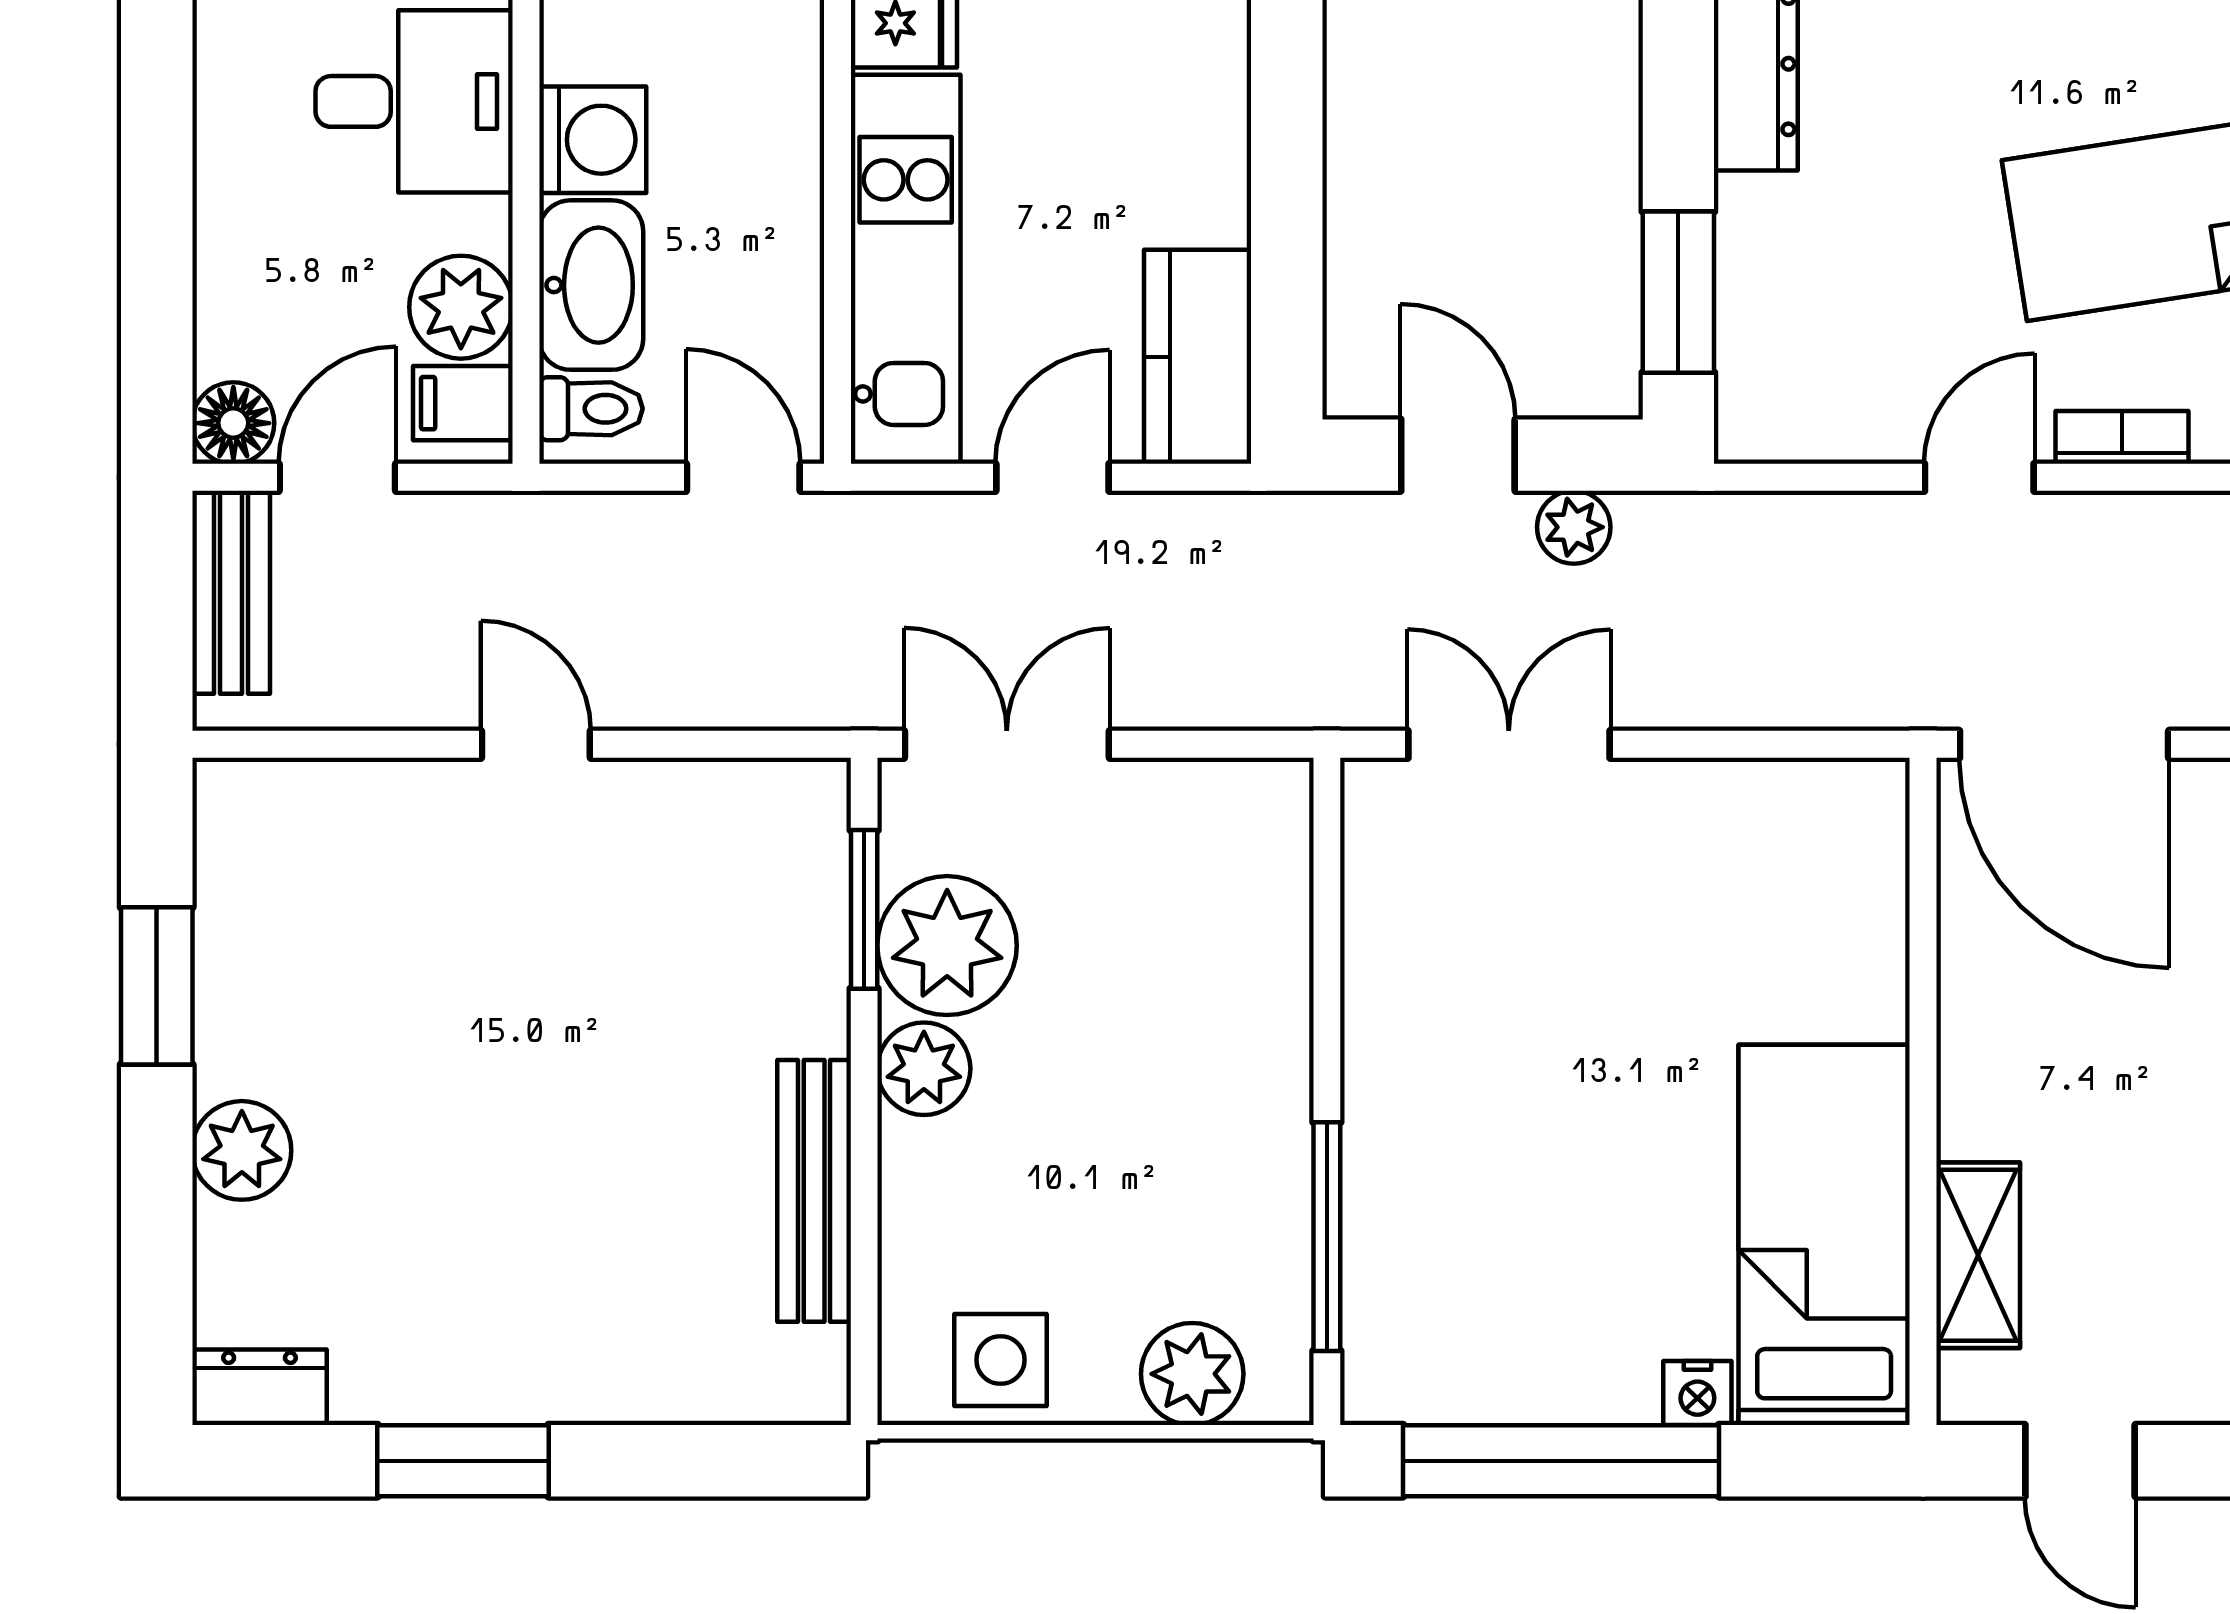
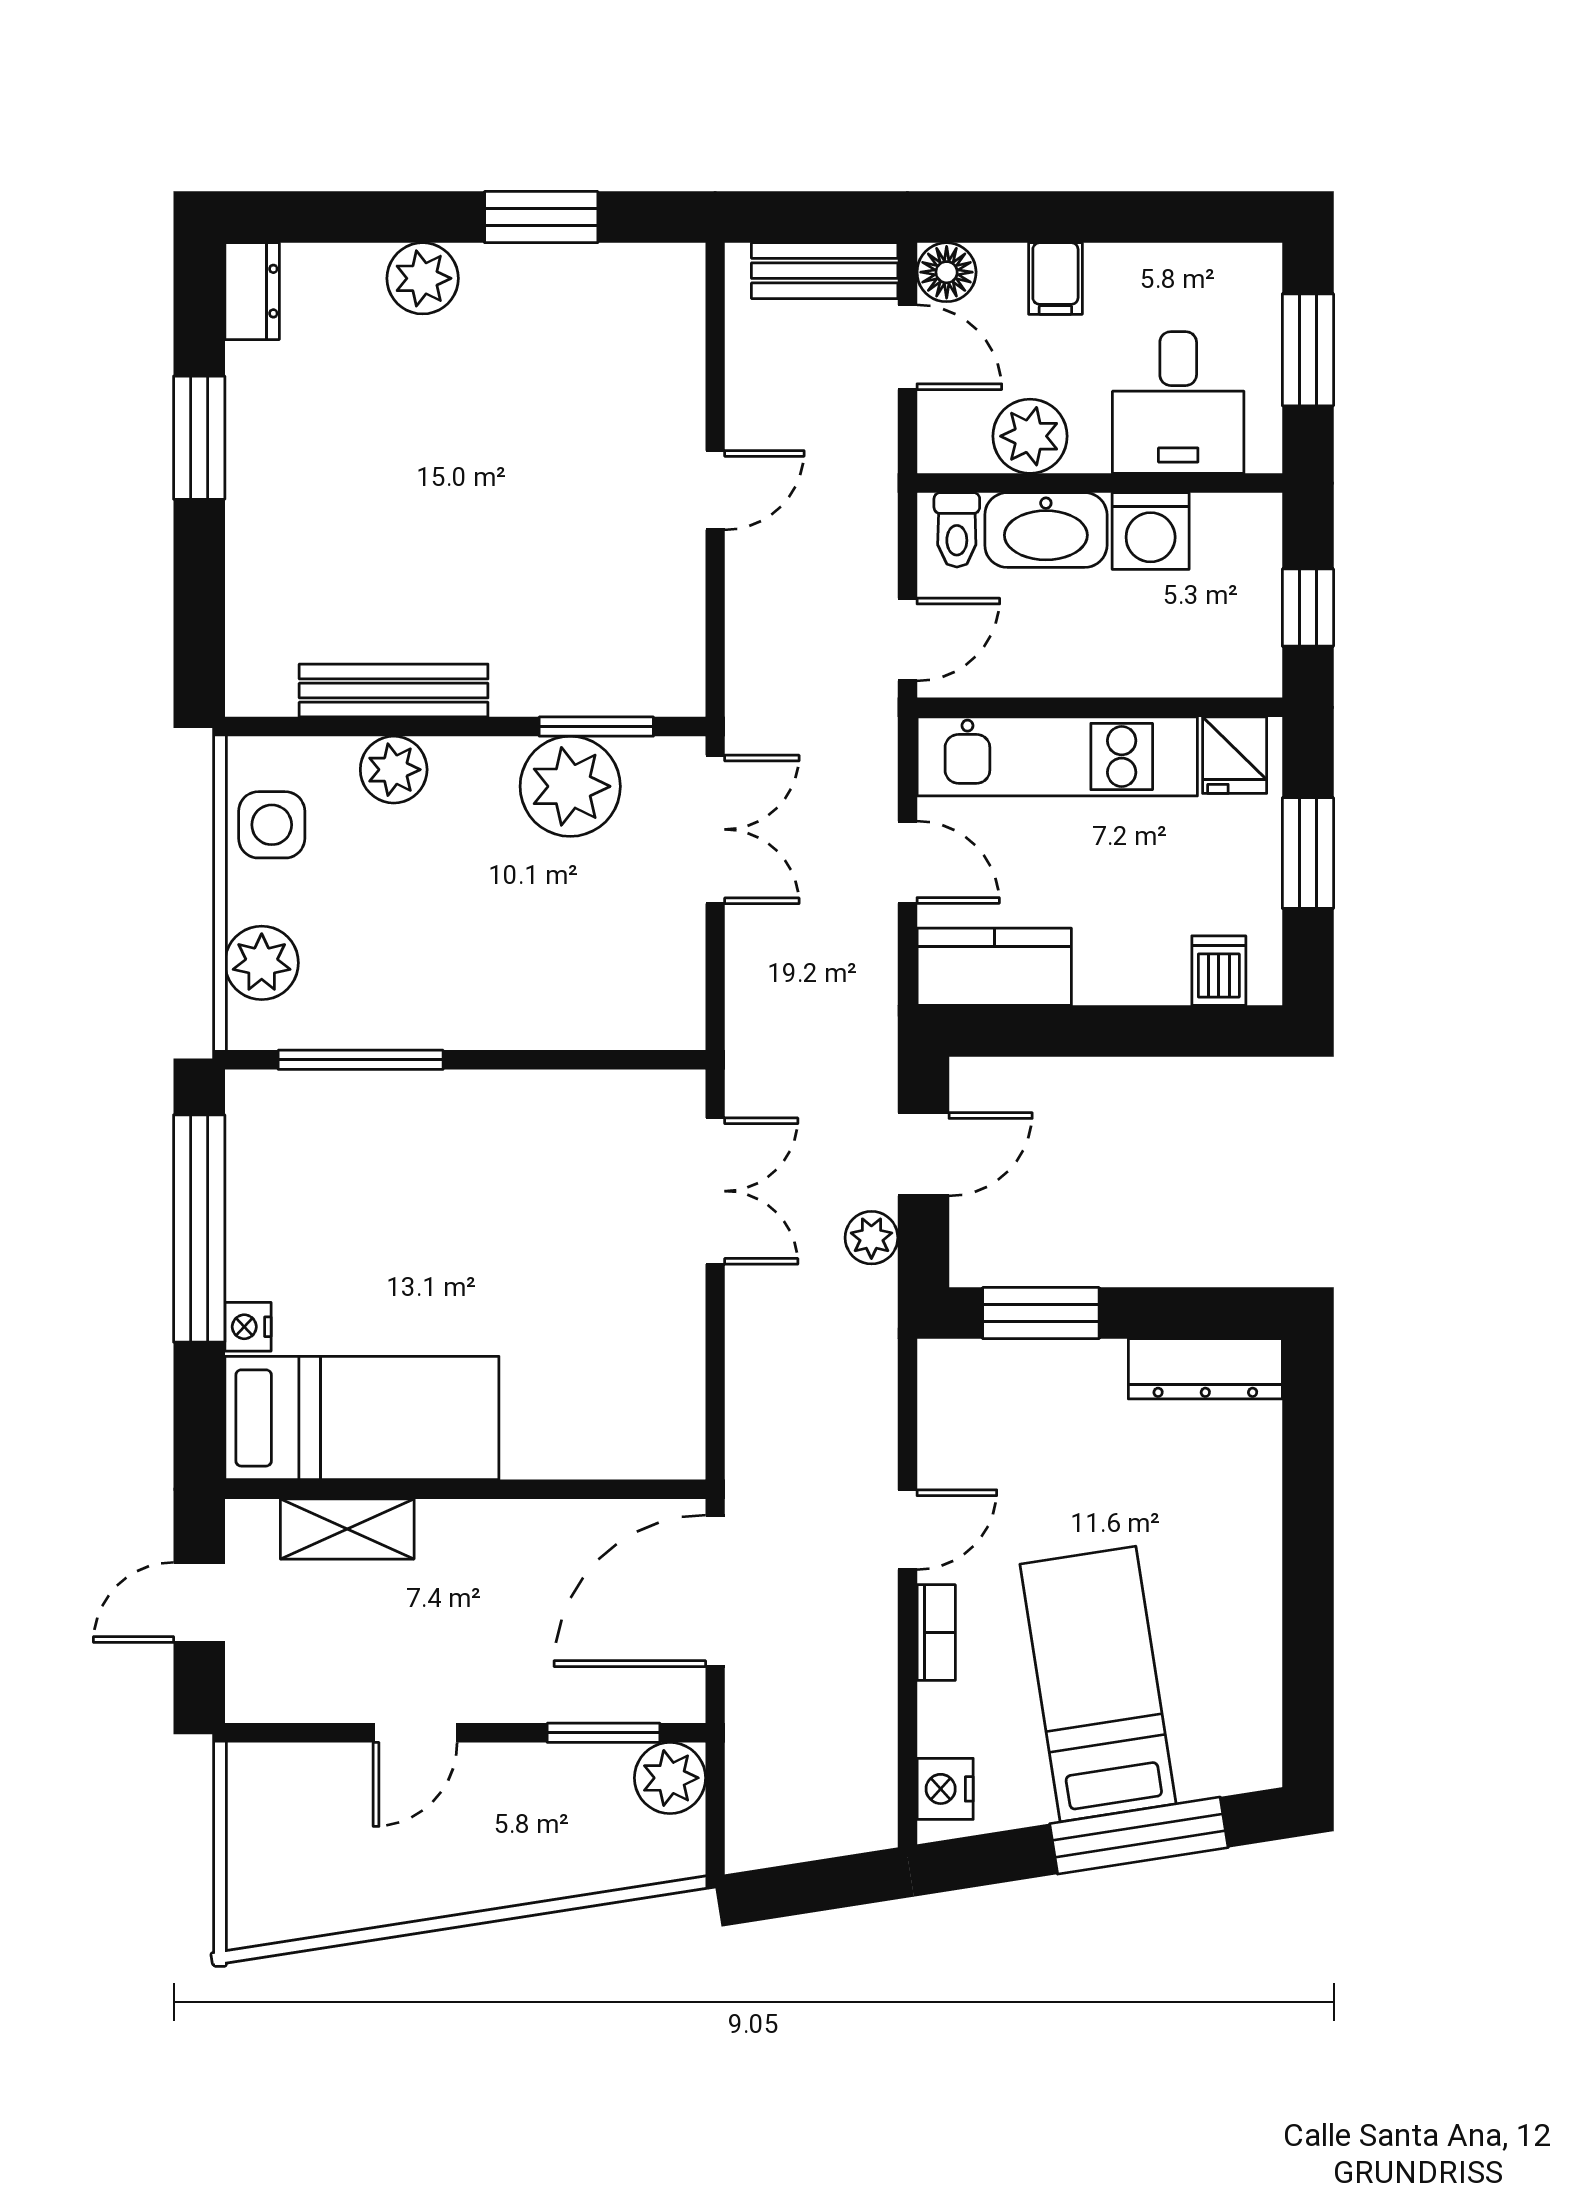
dishwasher: (1203, 45) -> (1219, 971), added
filing cabinet: (463, 403) -> (1055, 279), moved, turned 180
door: (1979, 477) -> (907, 1530), hinge flipped
plant: (924, 1069) -> (394, 770), moved

